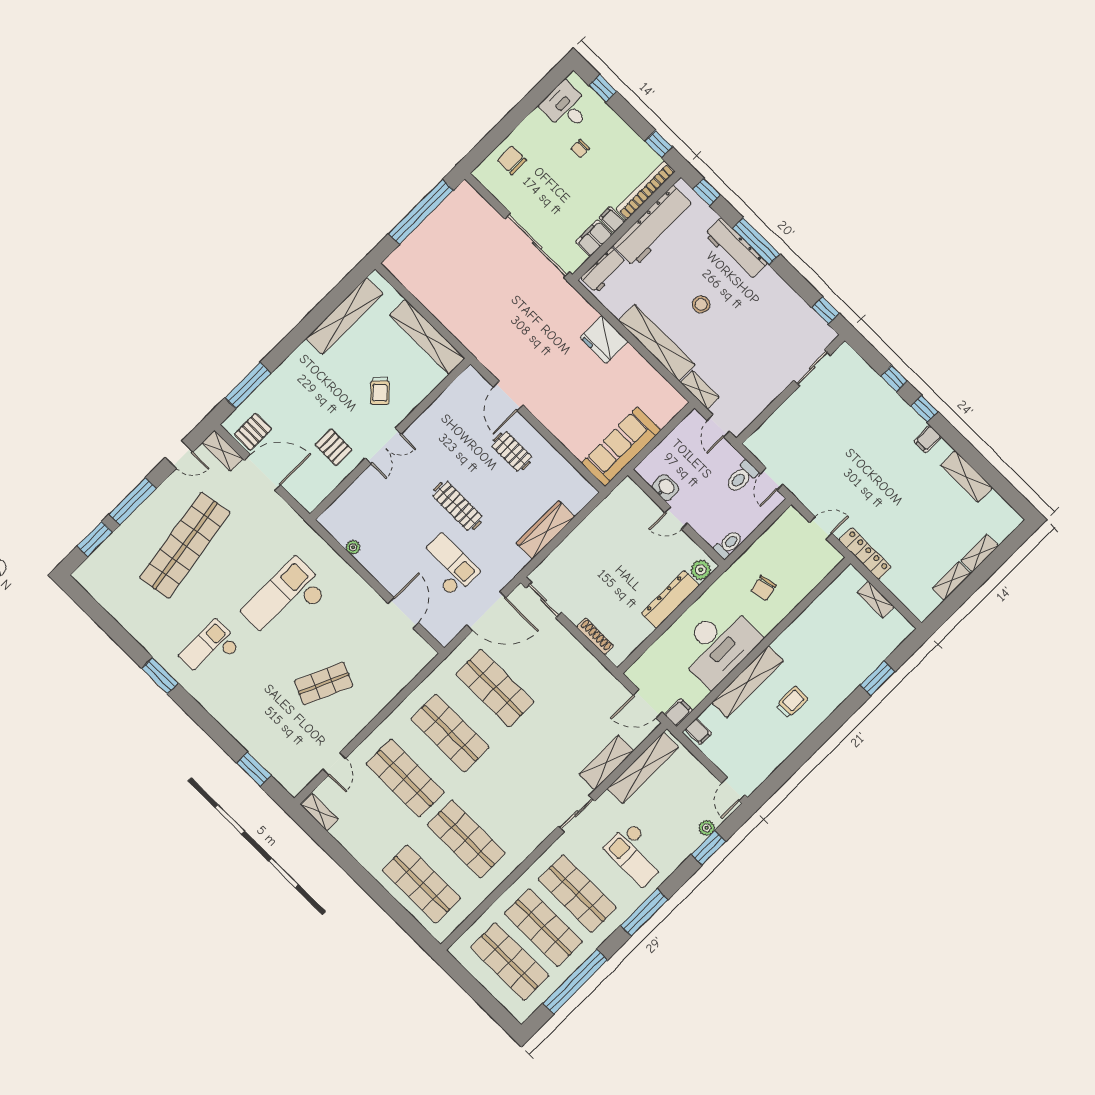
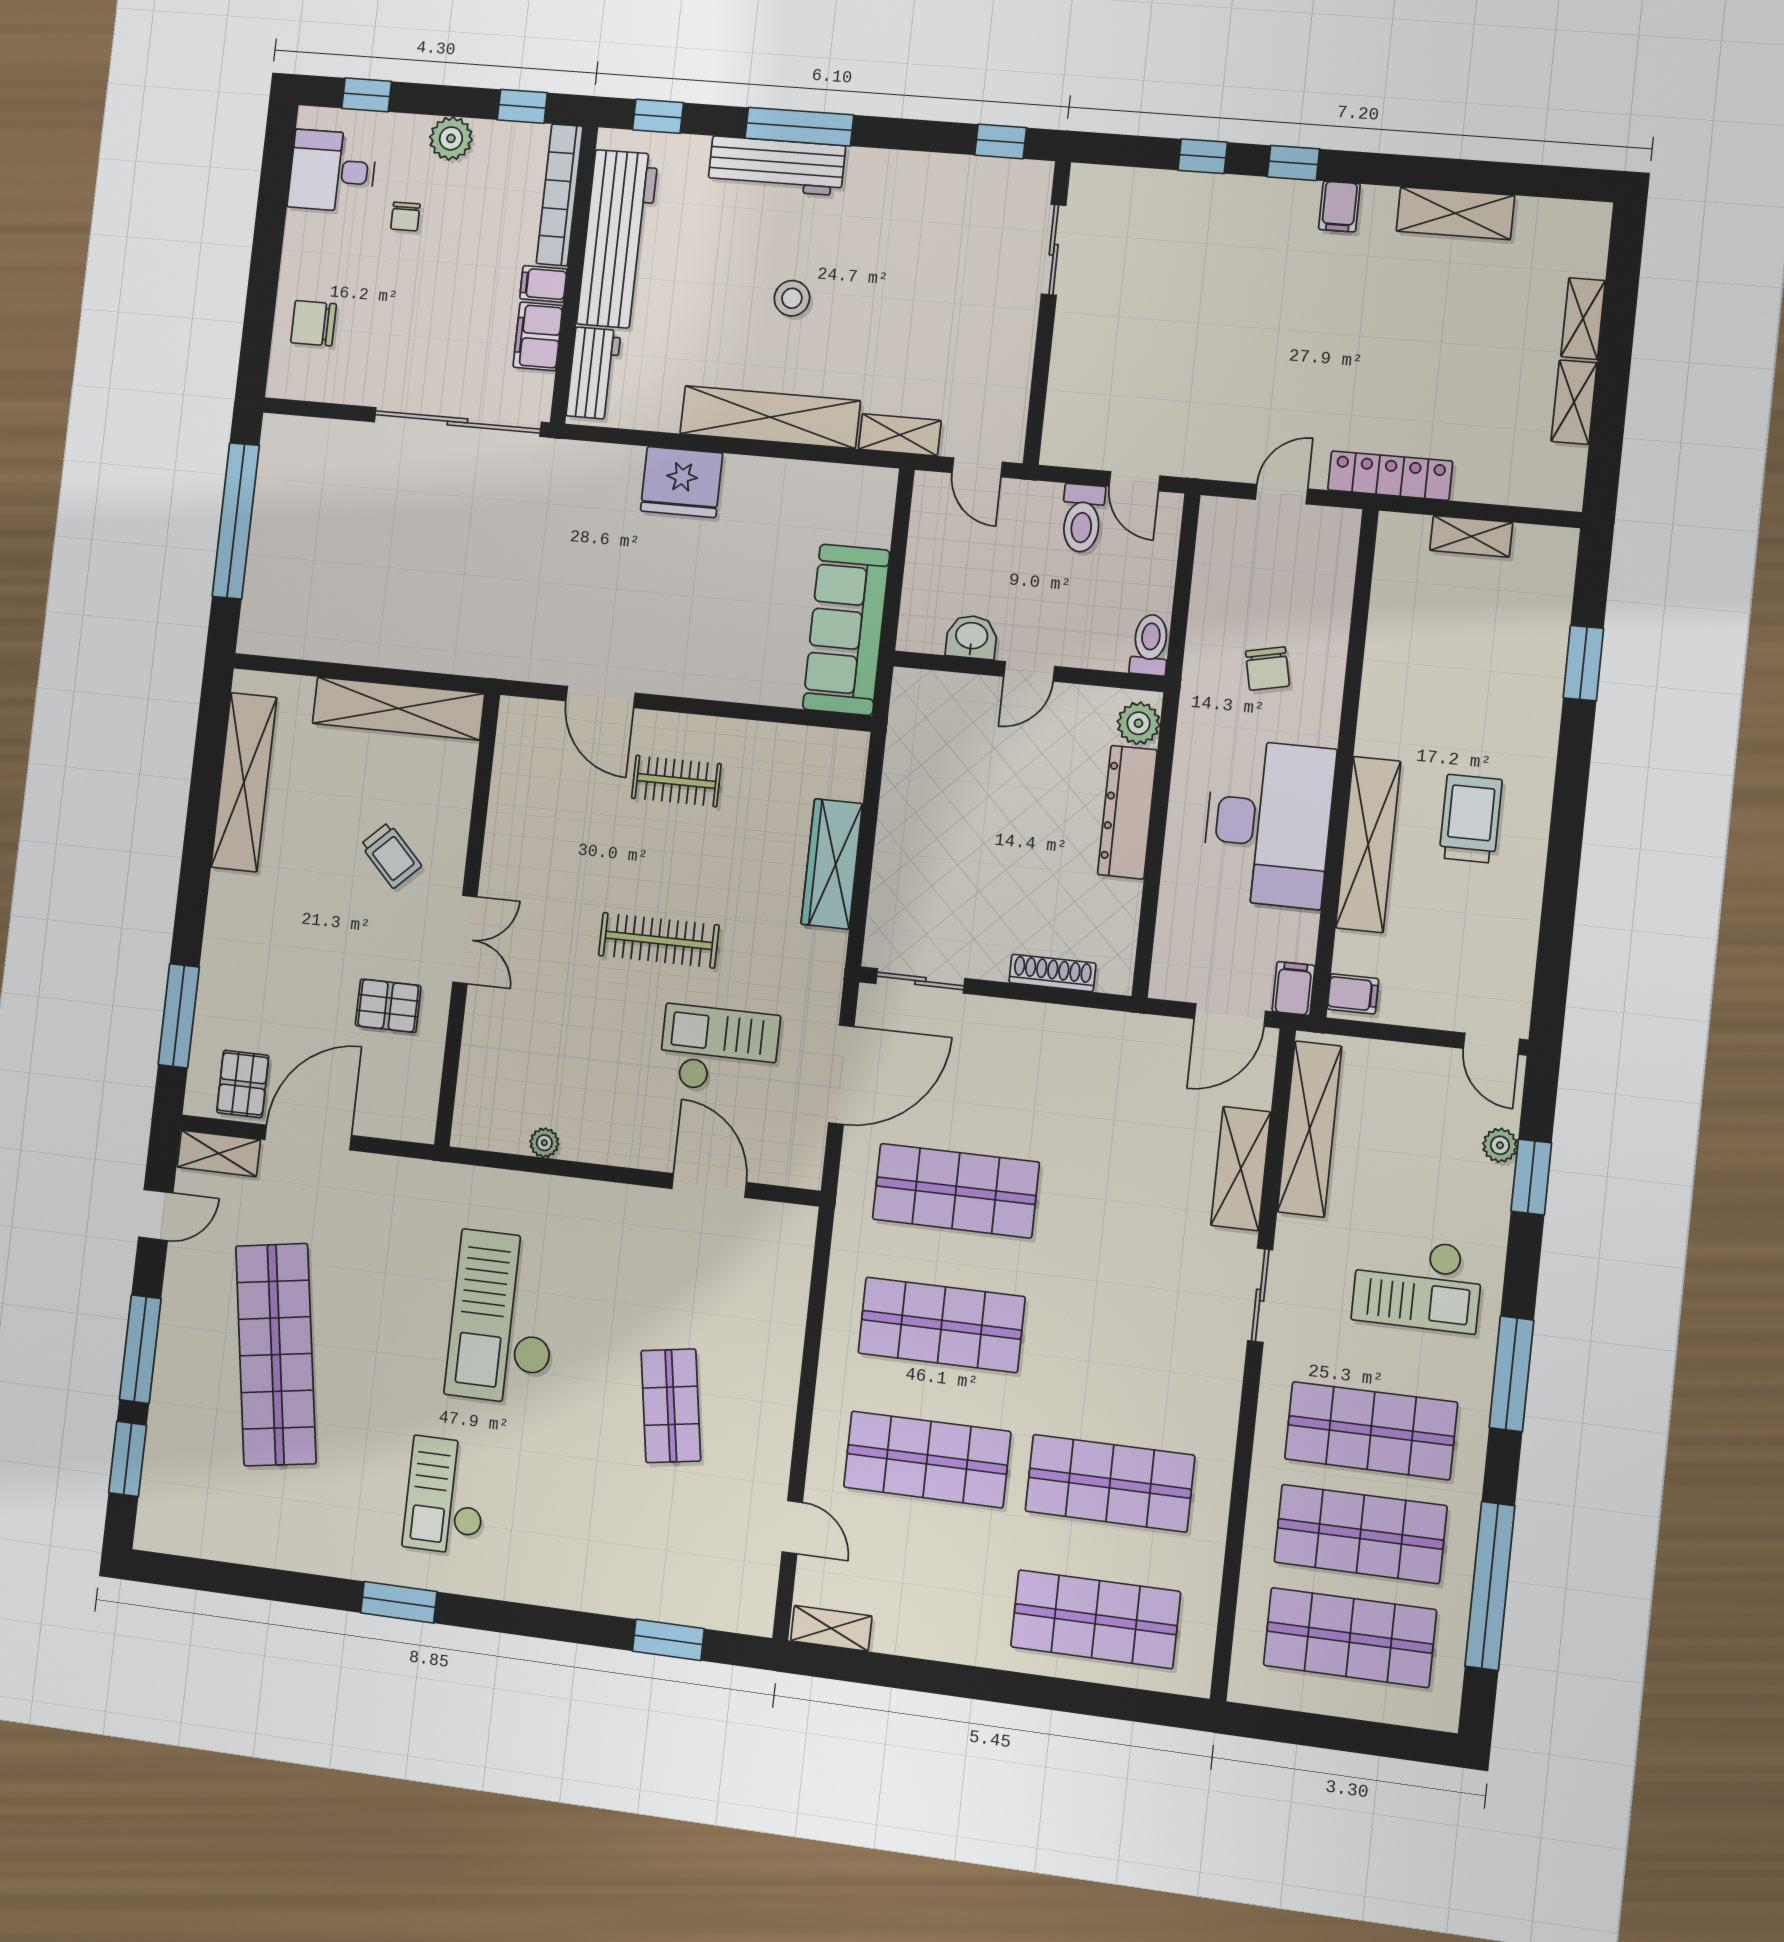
plant: (622, 133) -> (451, 138), added
shop shelf: (324, 683) -> (671, 1406), turned -33
trolley: (792, 702) -> (1471, 819), width x1.36, depth x1.39

